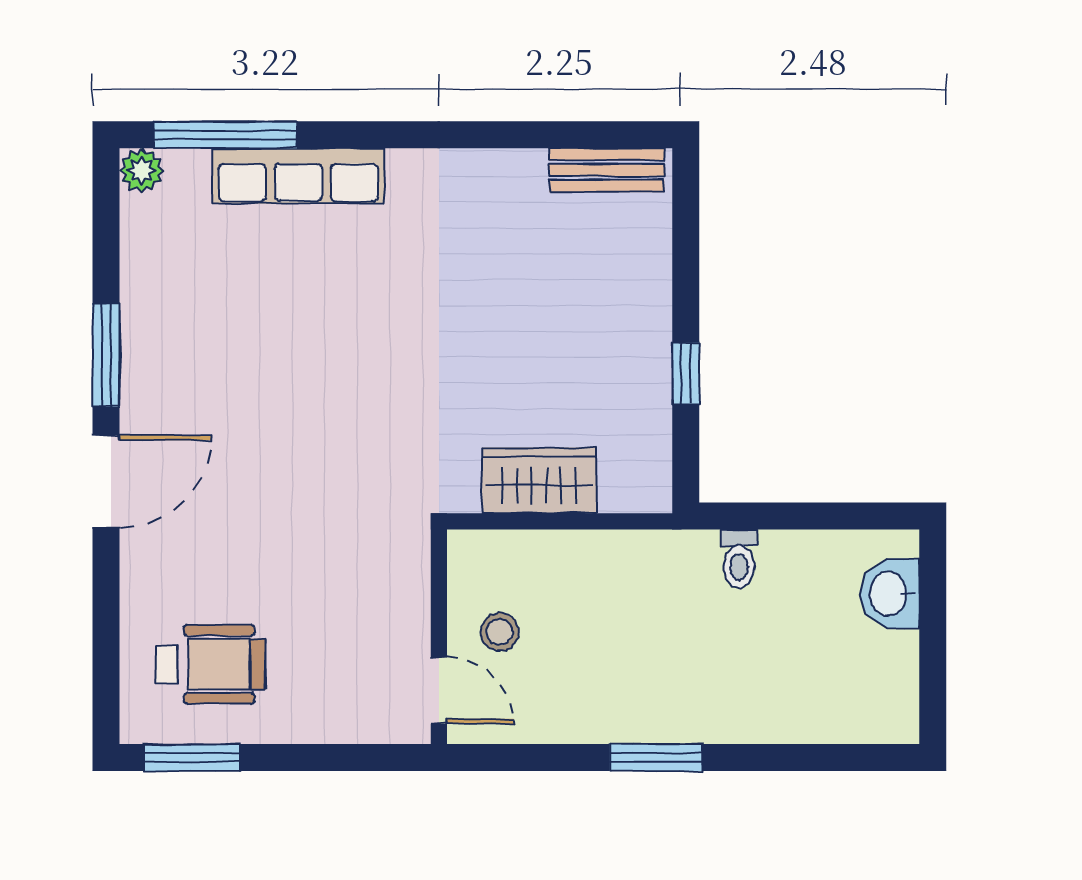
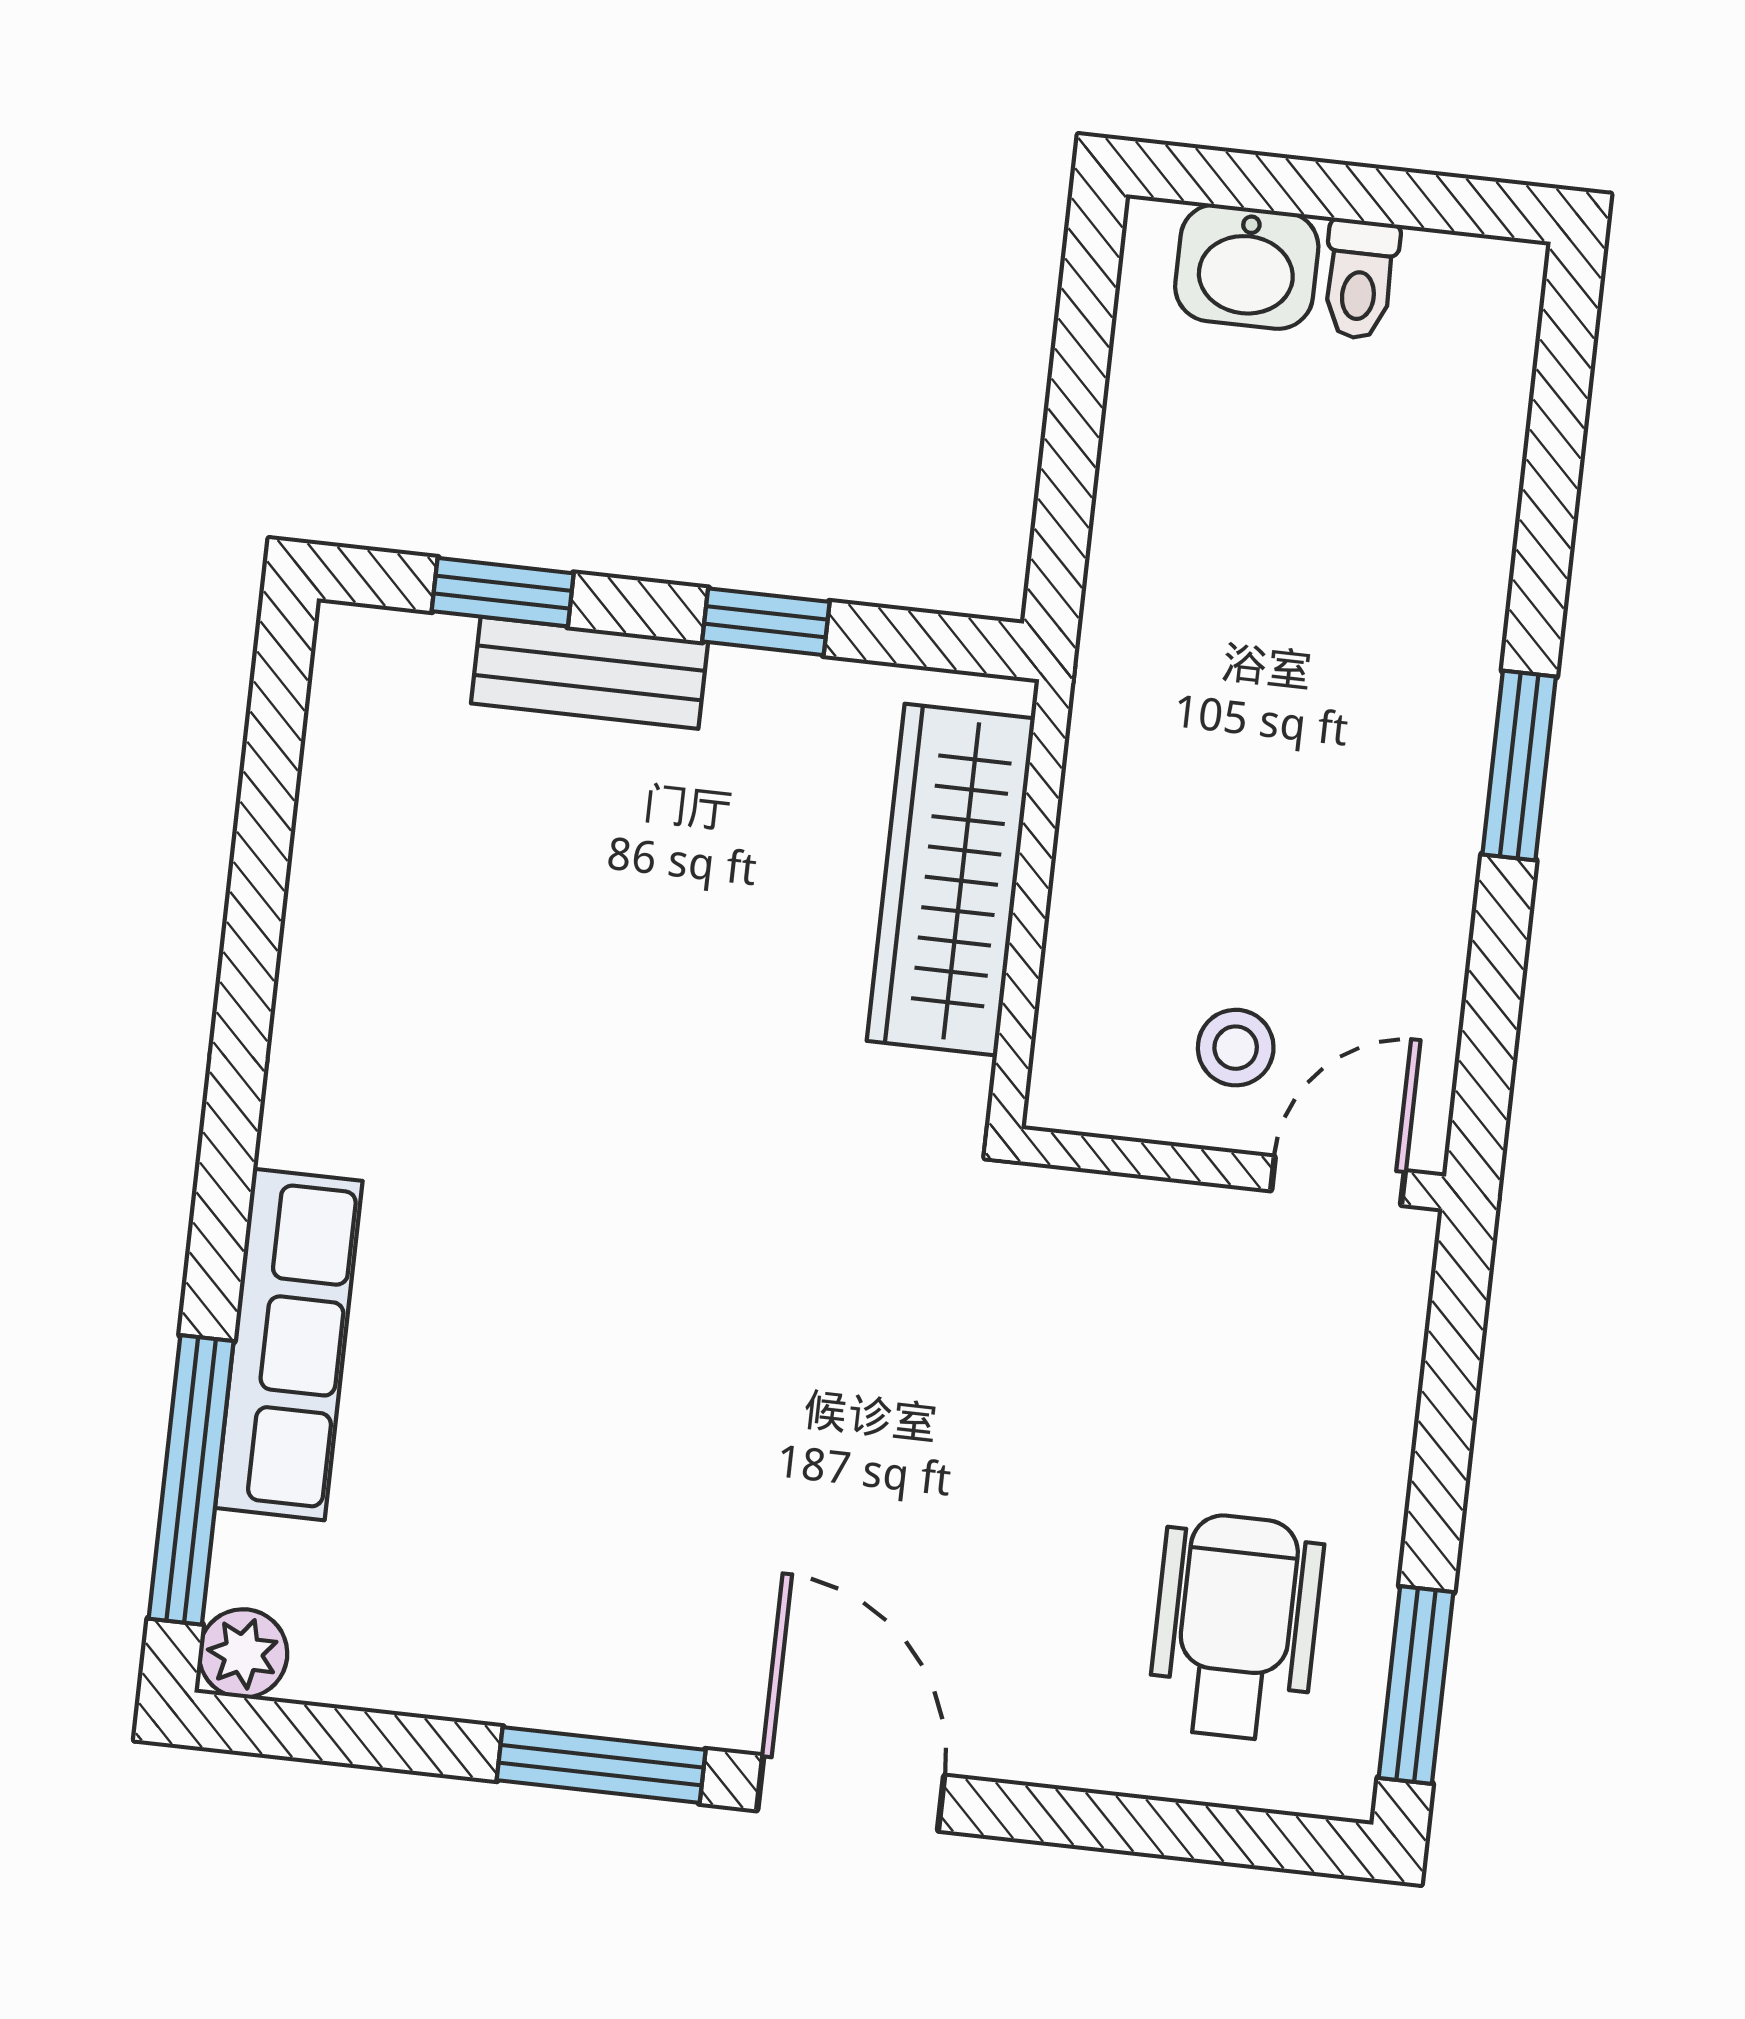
bench: (607, 170) -> (590, 673), moved, turned 90
window: (686, 241) -> (503, 592), added
wardrobe: (539, 480) -> (951, 880), width x1.50
toilet: (739, 559) -> (1360, 279), moved, turned 90

